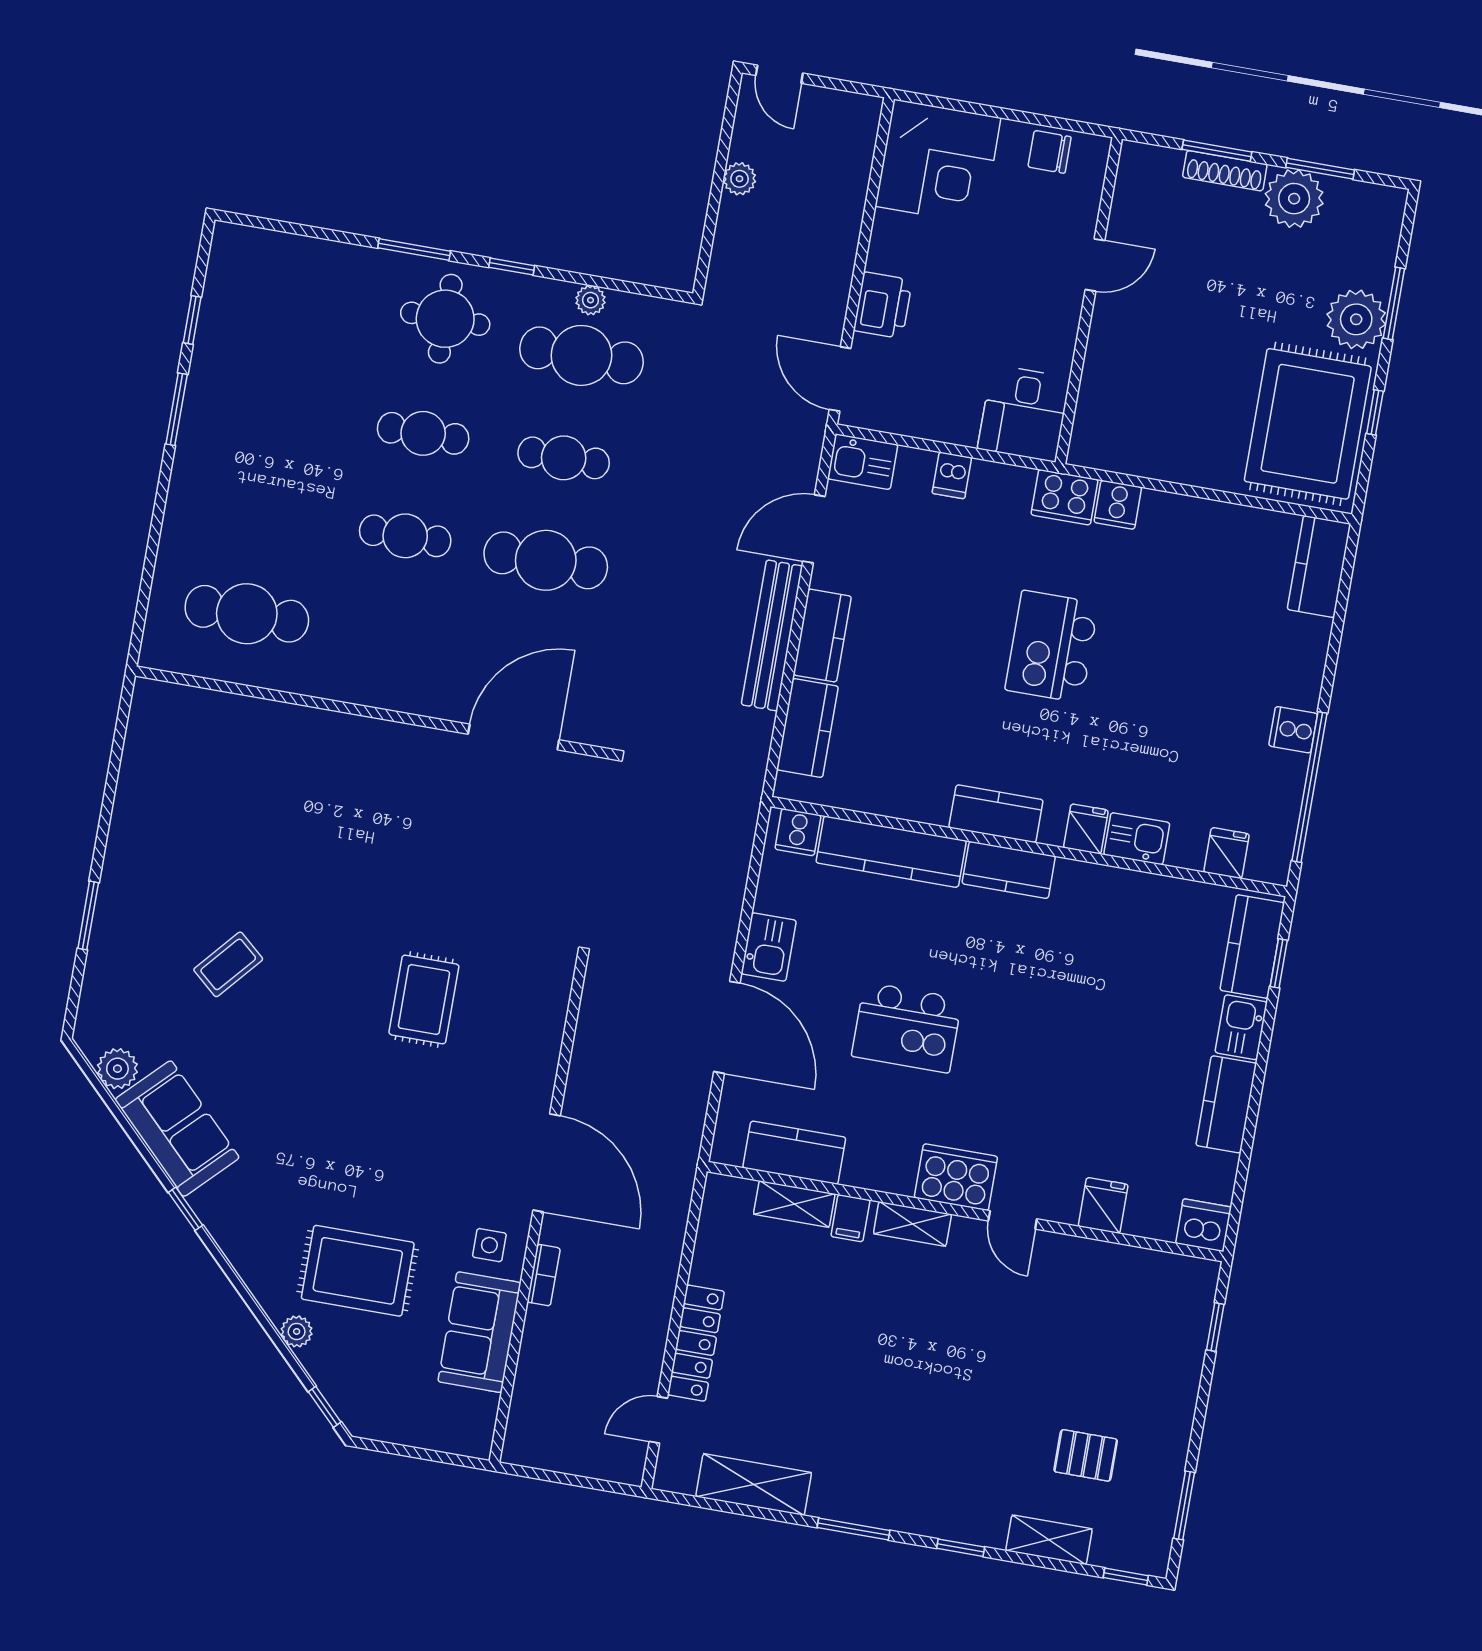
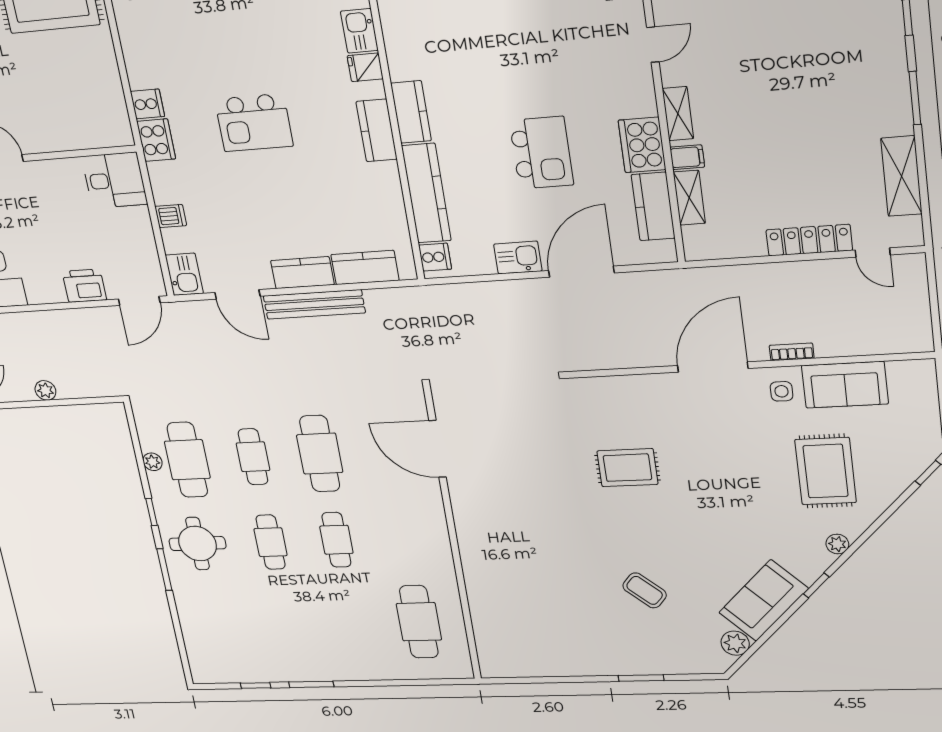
cooker: (956, 1177) -> (642, 145), moved
plant: (297, 1331) -> (837, 544), moved

